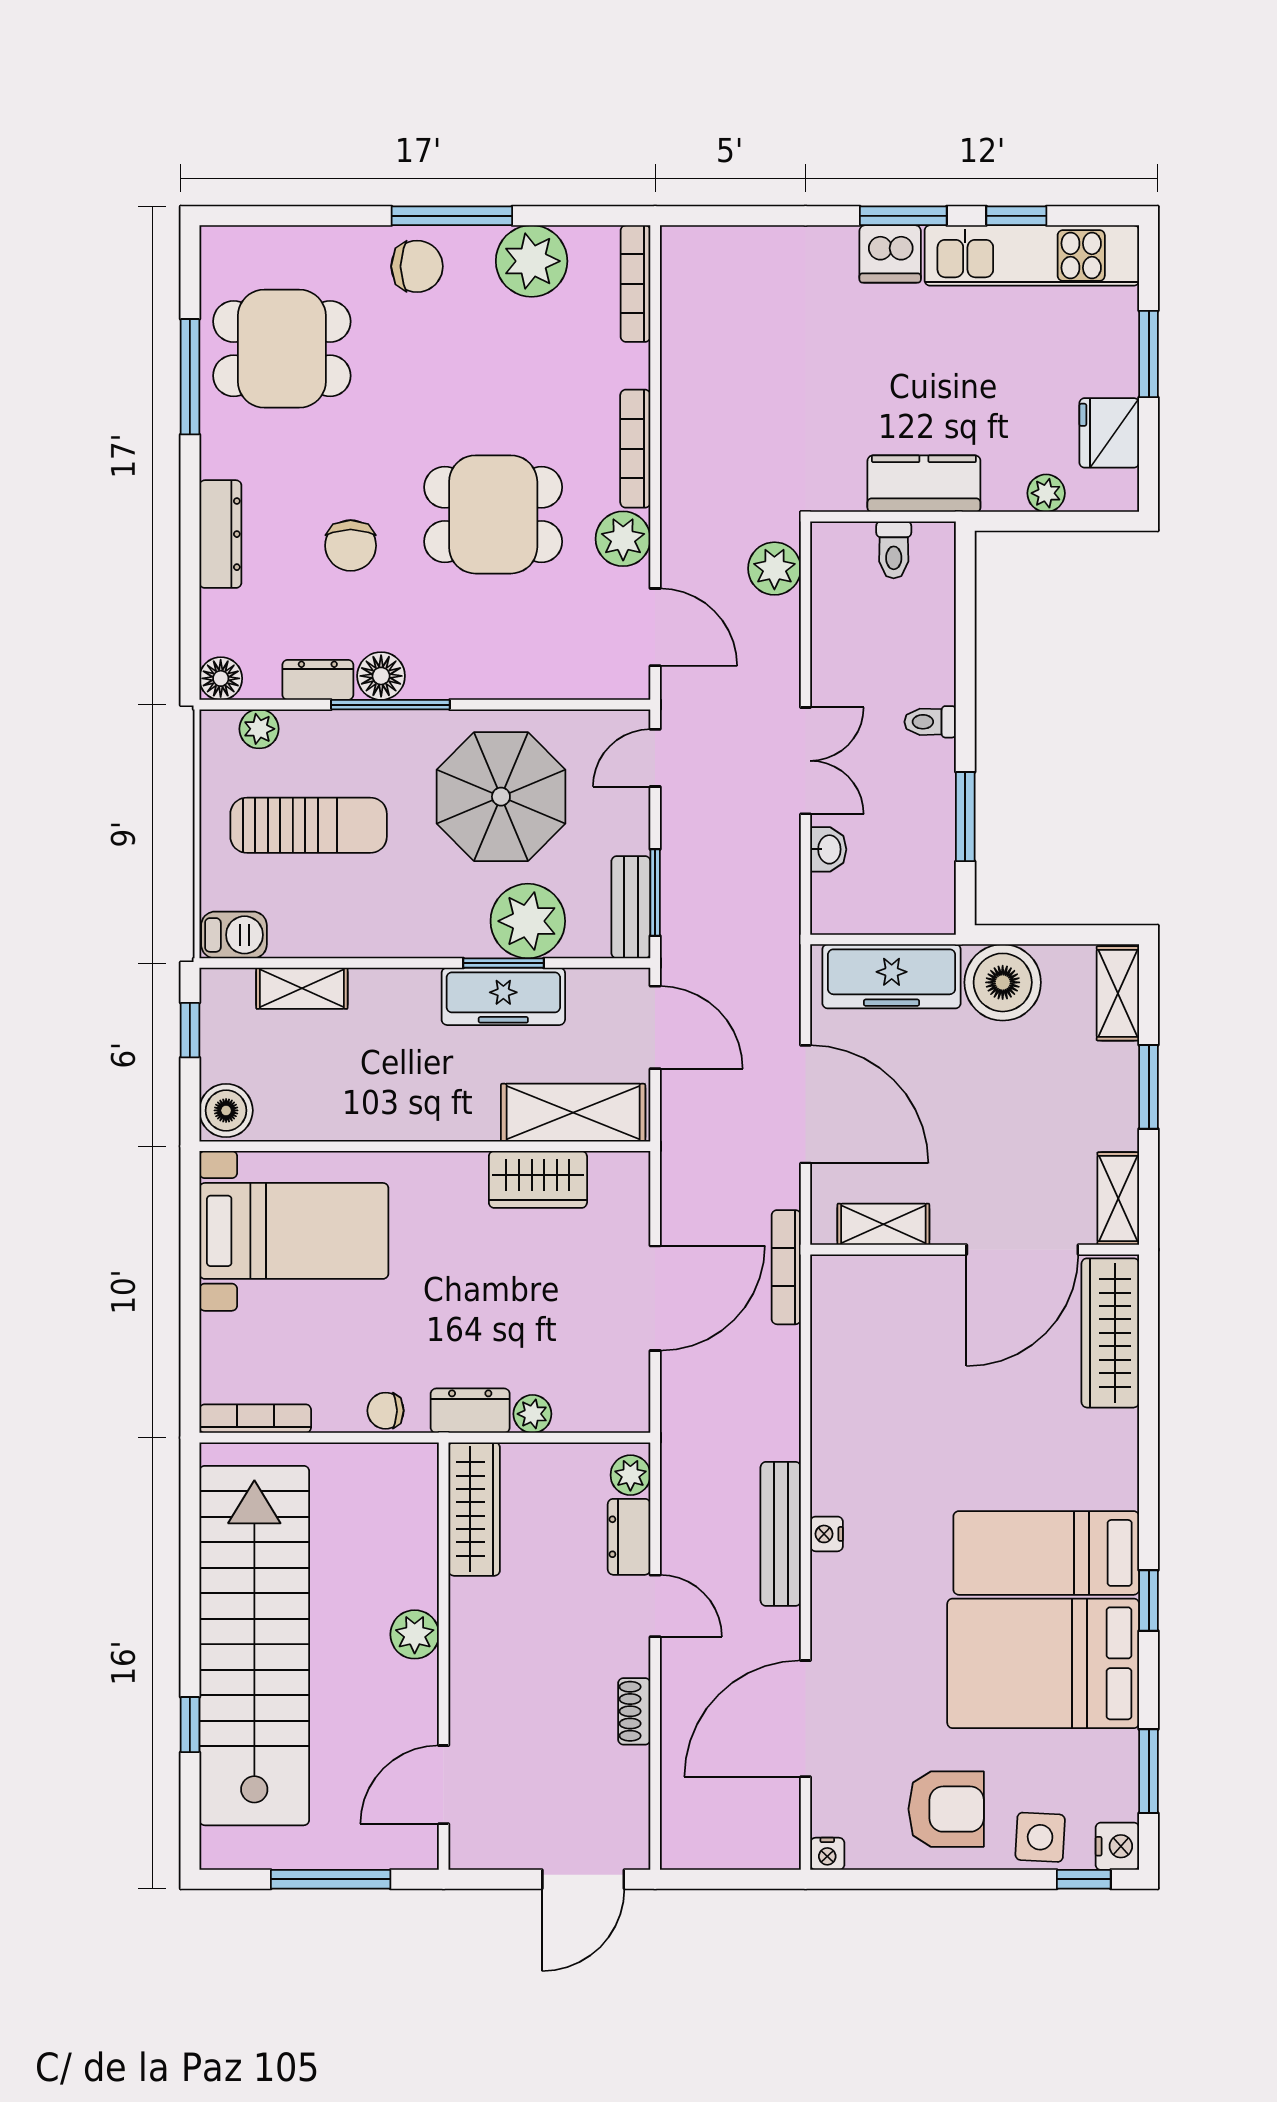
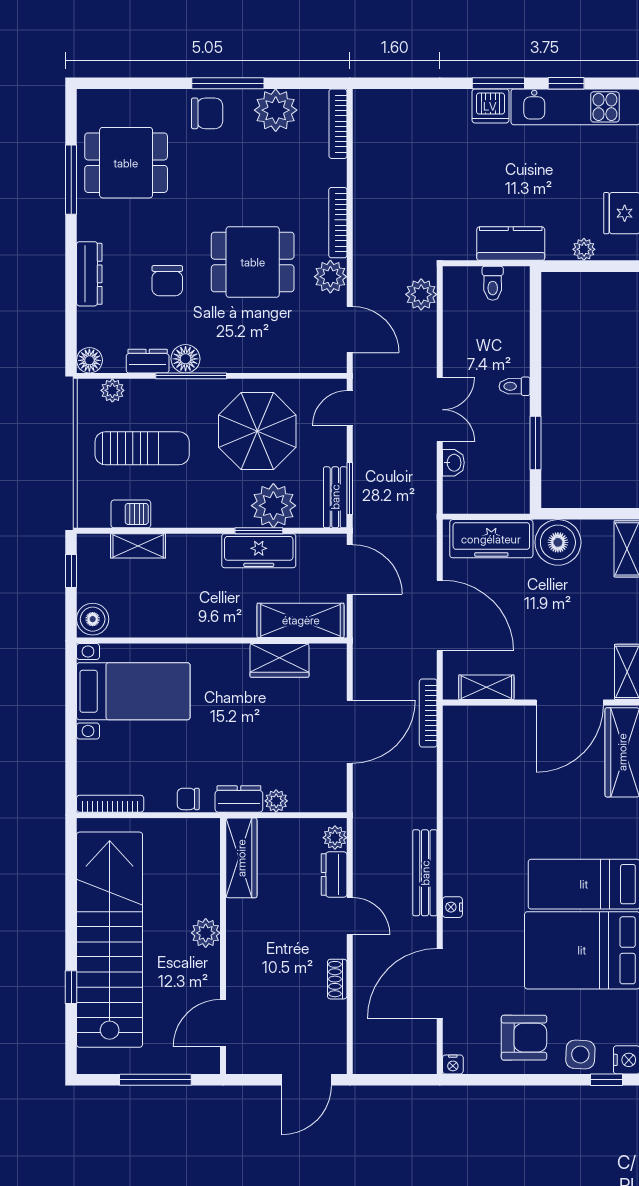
barbecue: (234, 935) -> (131, 514), moved
nightstand: (827, 1534) -> (452, 907), moved

